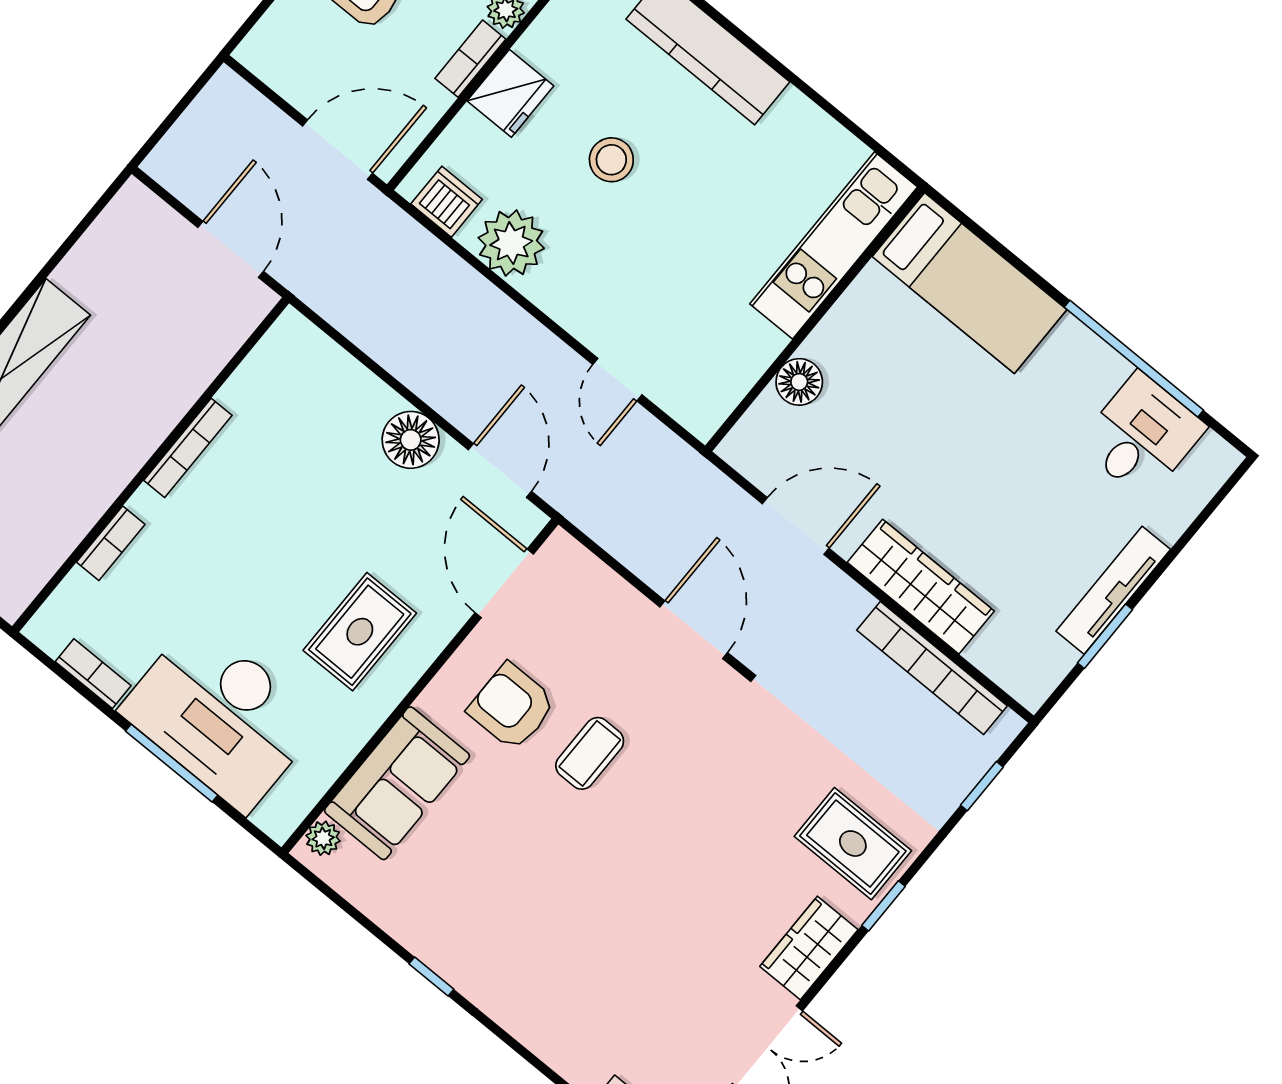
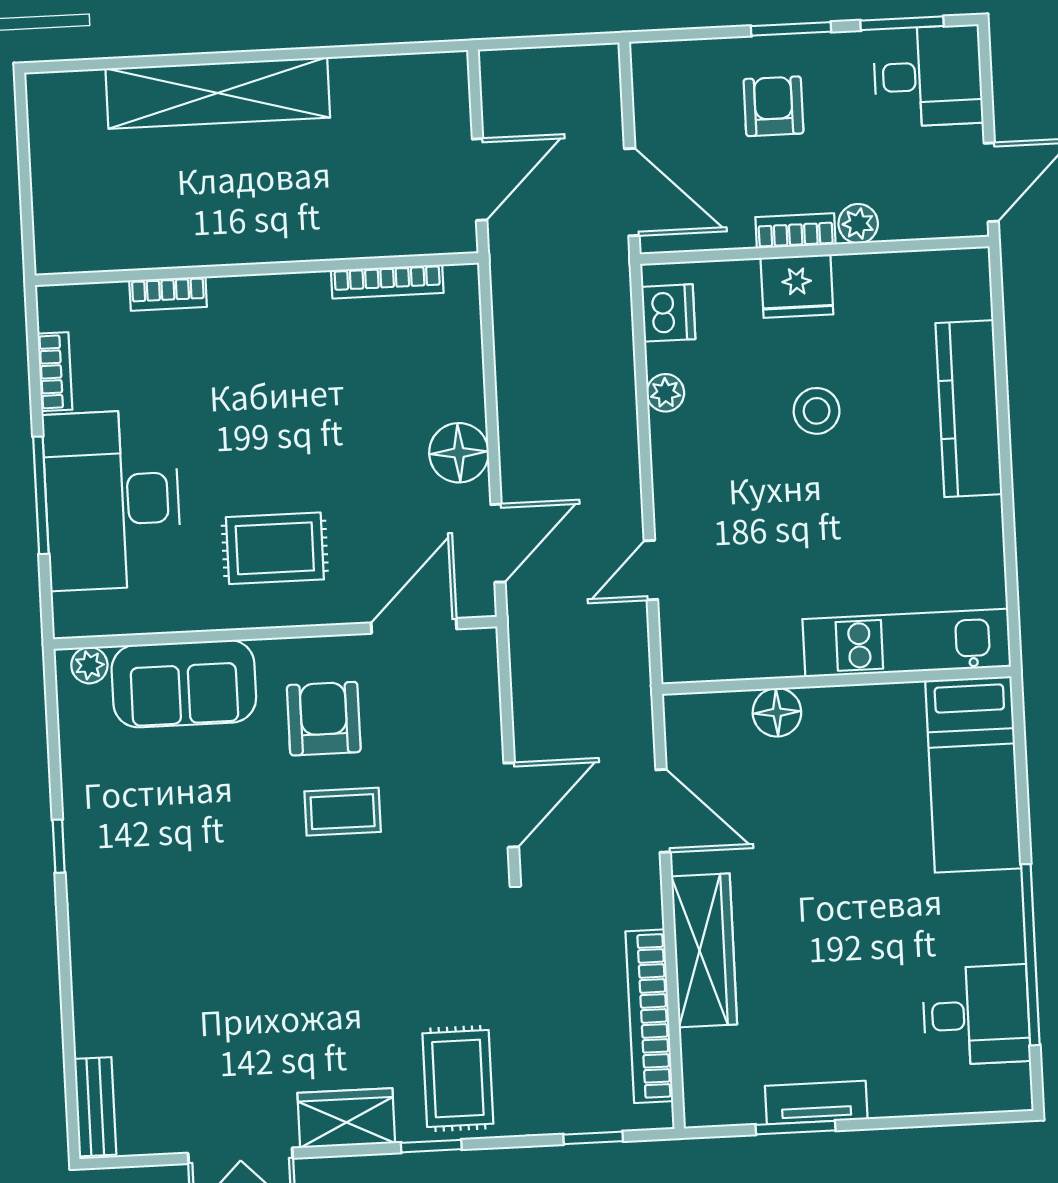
plant: (511, 243) -> (665, 393), width x0.53, depth x0.53
bookcase: (188, 448) -> (387, 282), moved
tv unit: (1113, 590) -> (816, 1103), width x0.71

